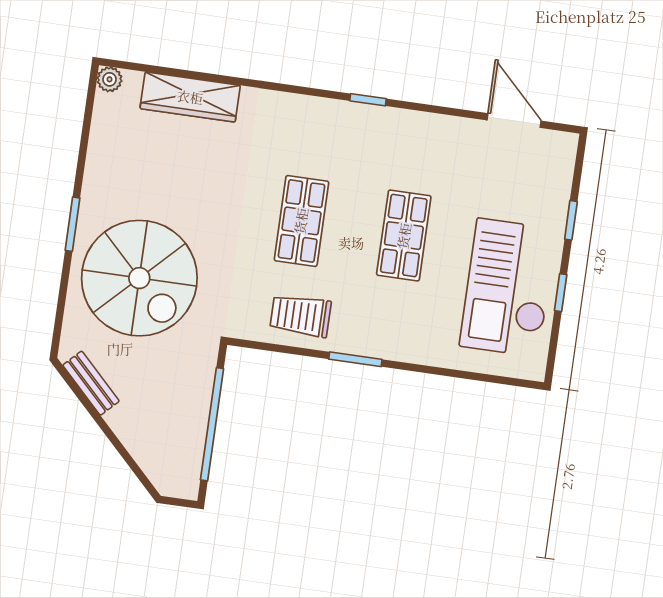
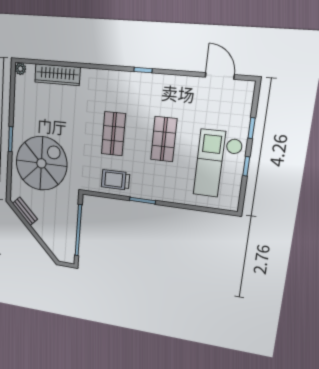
spiral stairs: (139, 278) -> (41, 163), turned -90

